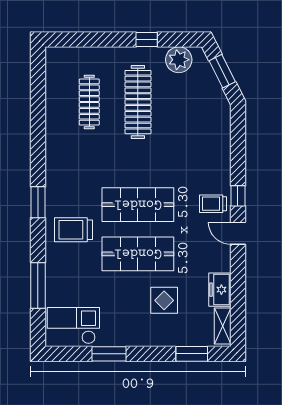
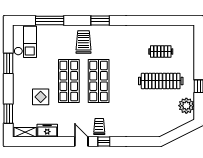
window: (222, 71) -> (179, 132), removed
clothes rail: (89, 102) -> (161, 52), width x0.73
door: (238, 233) -> (81, 142), hinge flipped

